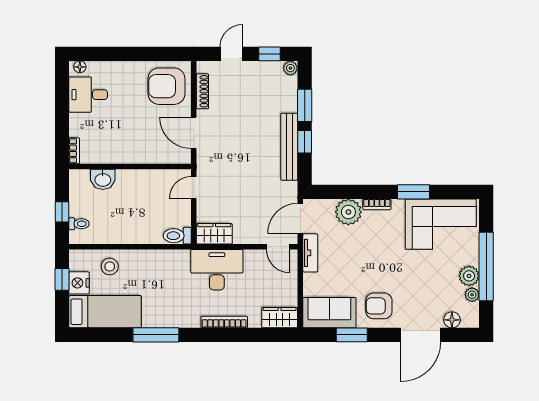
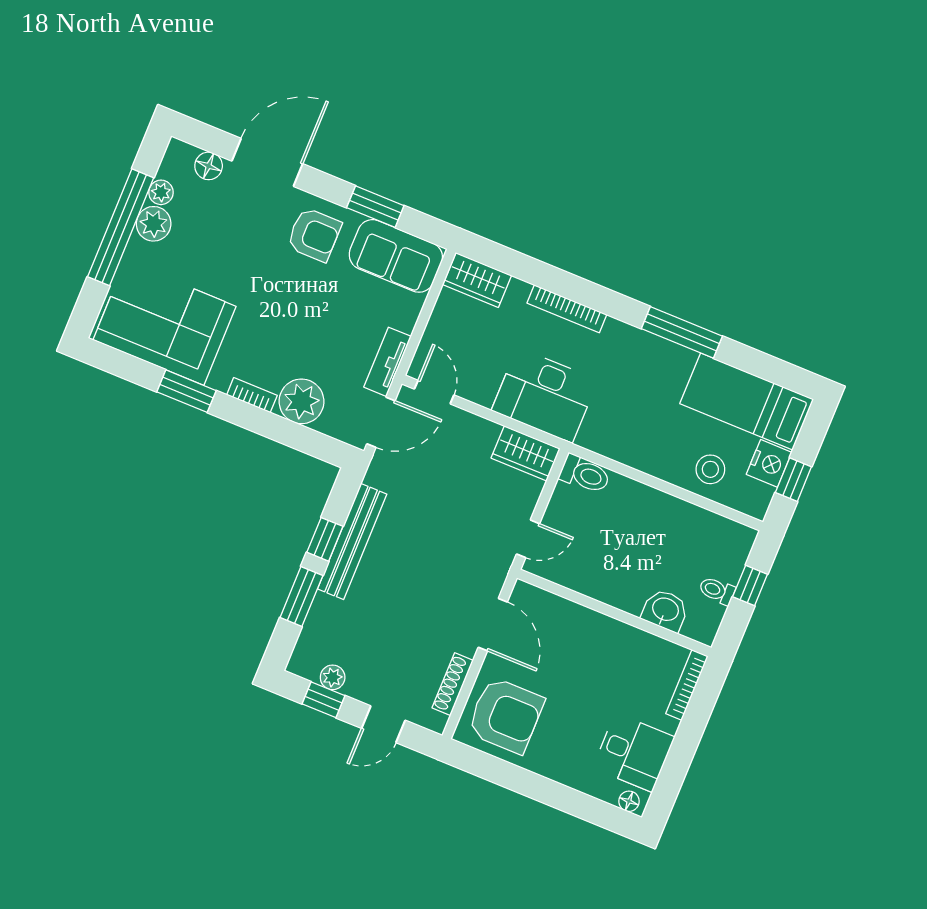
plant: (290, 68) -> (333, 677), moved
bookcase: (74, 151) -> (687, 685), width x1.56
toilet: (79, 224) -> (717, 591), moved

